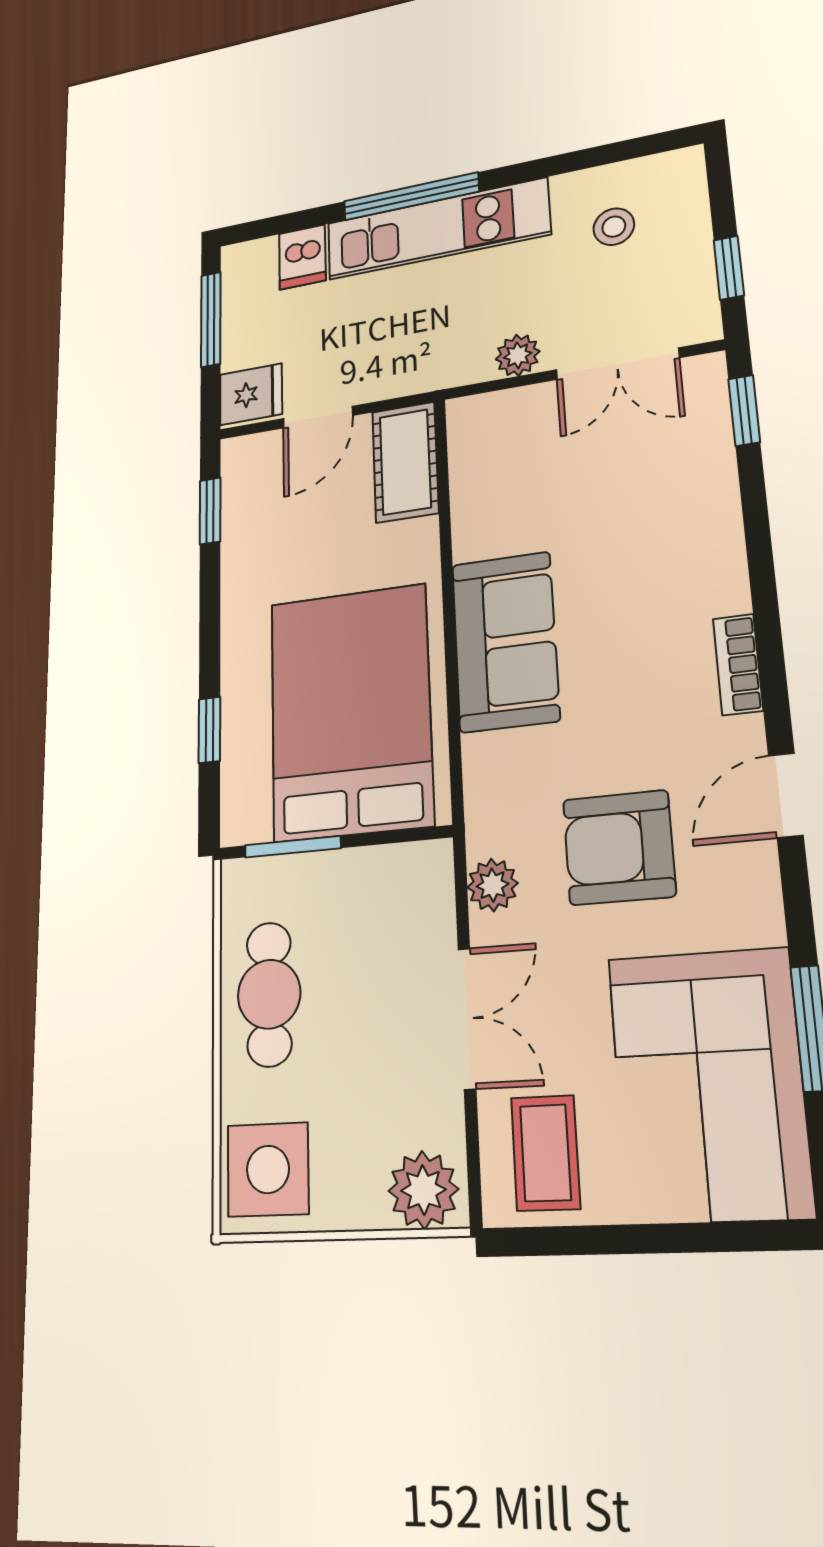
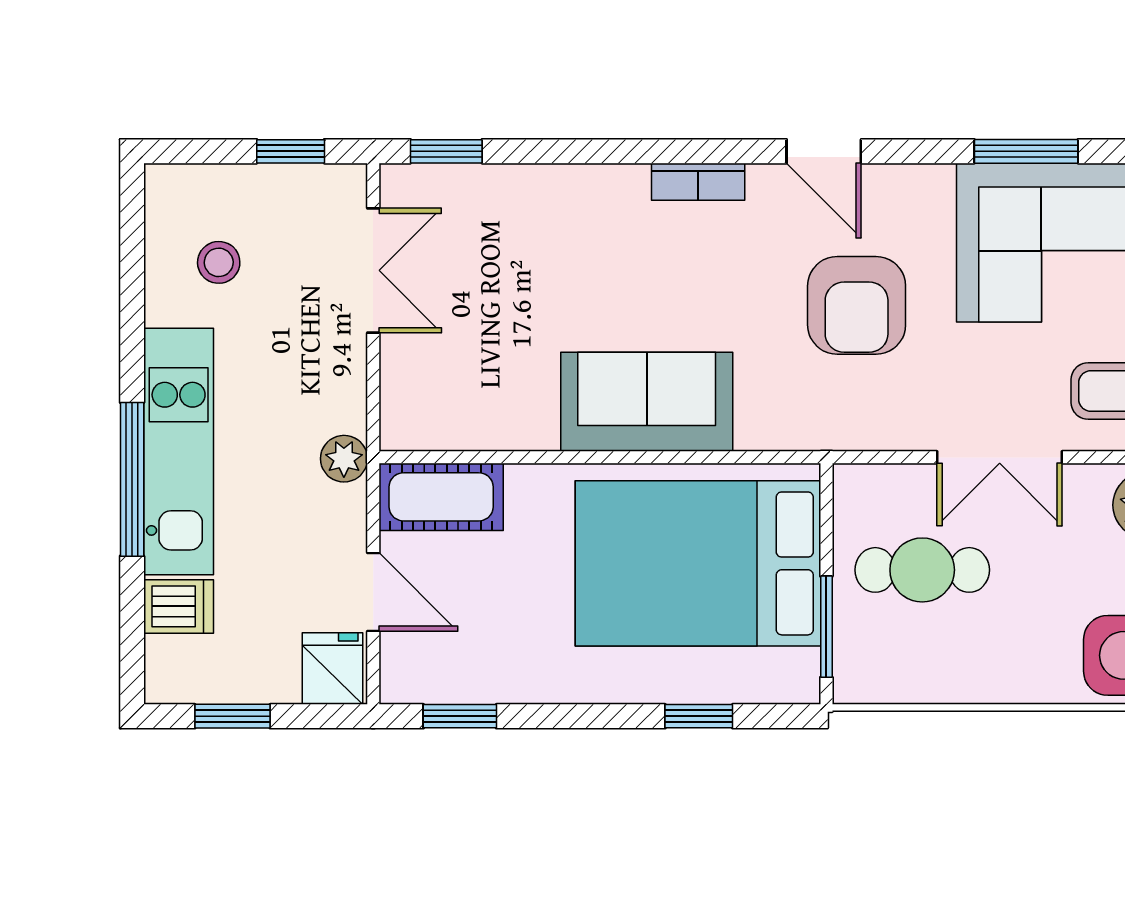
window: (211, 319) -> (232, 716), width x0.67
plant: (518, 355) -> (344, 459), moved
plant: (493, 885) -> (881, 427), removed
cafe table: (269, 994) -> (922, 570), moved
double door: (467, 1018) -> (1000, 457), swing flipped

